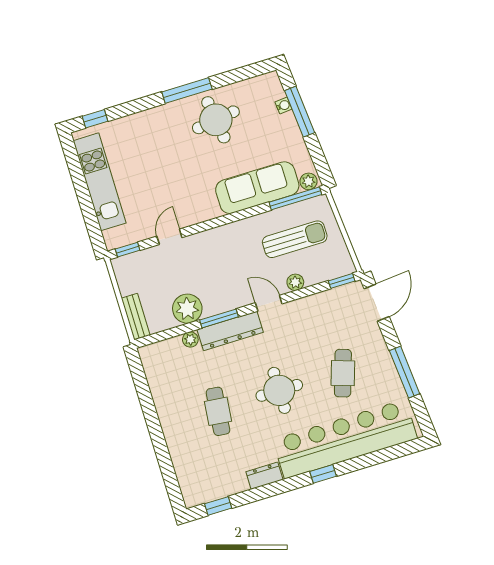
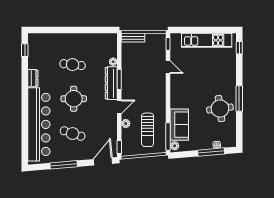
sofa: (257, 188) -> (179, 125), width x0.73
door: (377, 303) -> (103, 161), swing flipped
plant: (187, 309) -> (129, 65), removed
window: (323, 474) -> (25, 108), removed

